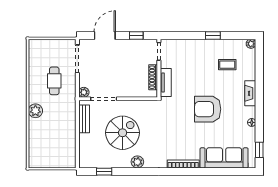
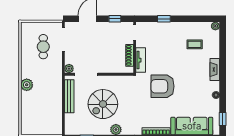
window: (213, 35) -> (164, 19), moved
cafe table: (54, 81) -> (43, 47), moved
armchair: (208, 109) -> (163, 86), moved
bench: (84, 119) -> (69, 96), width x1.36
spiral stairs: (123, 133) -> (103, 104), turned 180

